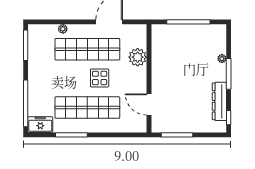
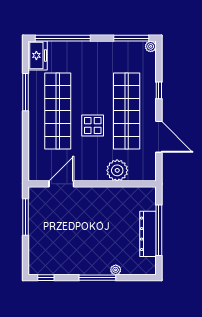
window: (70, 22) -> (159, 90), added
plant: (63, 29) -> (151, 46), moved
dresser: (219, 101) -> (148, 234), moved, turned -90

